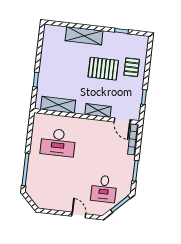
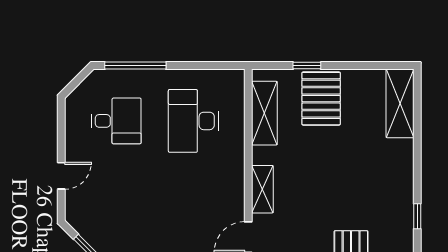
shelving: (84, 36) -> (400, 103), moved
pallet: (103, 69) -> (321, 99), moved
desk: (104, 189) -> (116, 121), moved, turned 180

